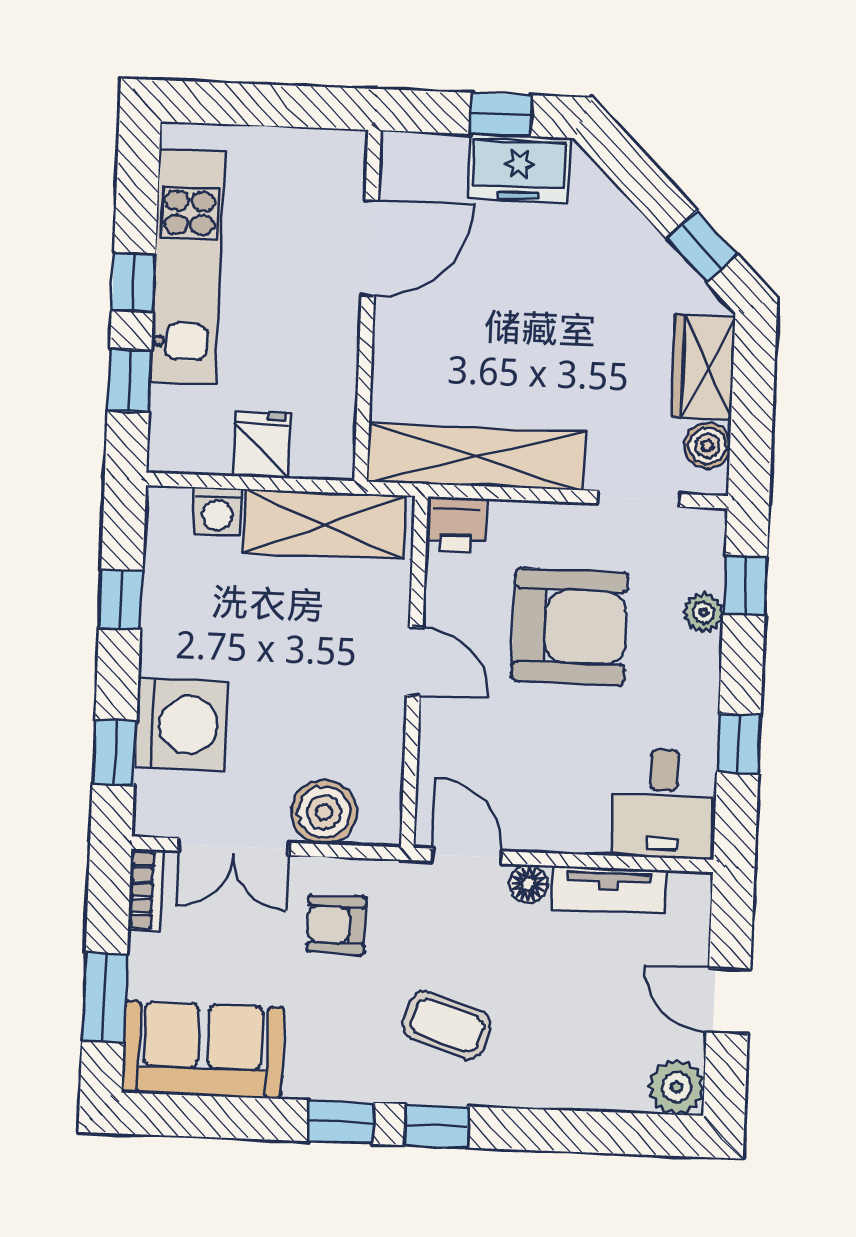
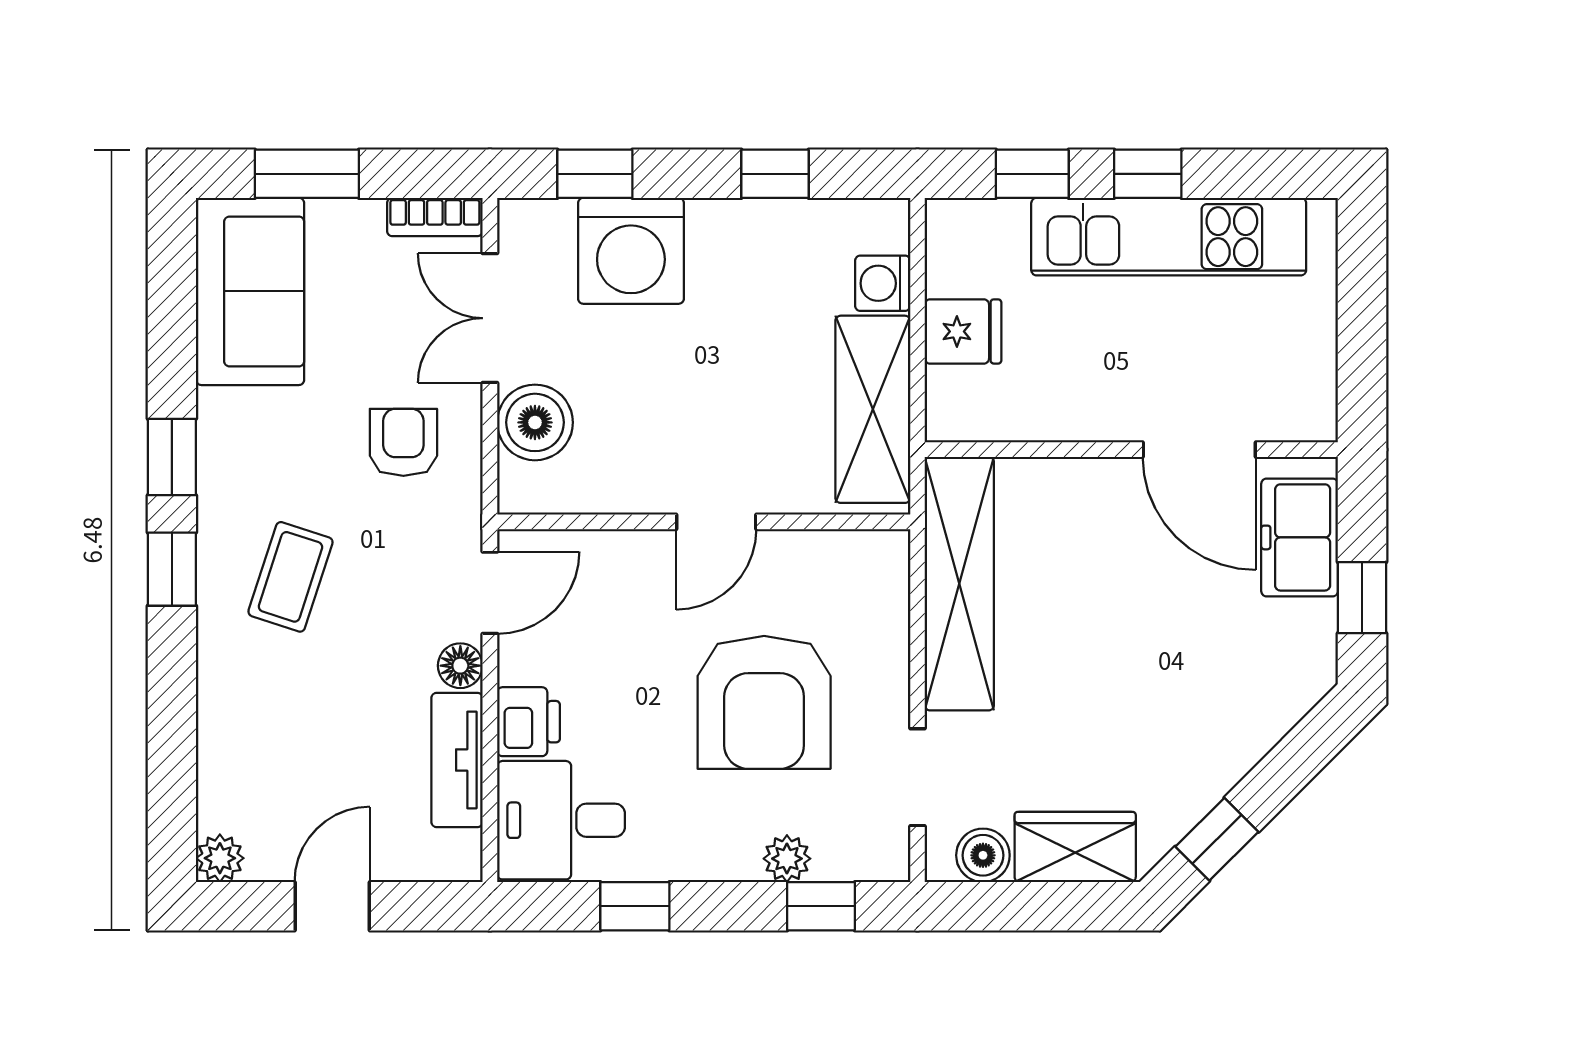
freezer: (519, 168) -> (1300, 537), moved
printer: (456, 524) -> (528, 722), moved, turned 180
plant: (677, 1087) -> (220, 858), width x0.73, depth x0.73

